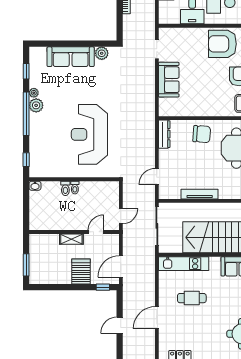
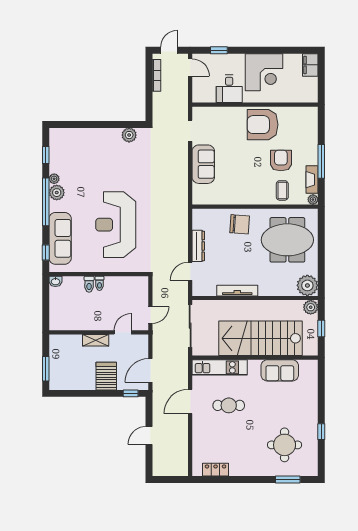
sofa: (71, 57) -> (60, 238), moved, turned -90
dresser: (164, 134) -> (198, 246), moved
door: (157, 318) -> (190, 401), moved

